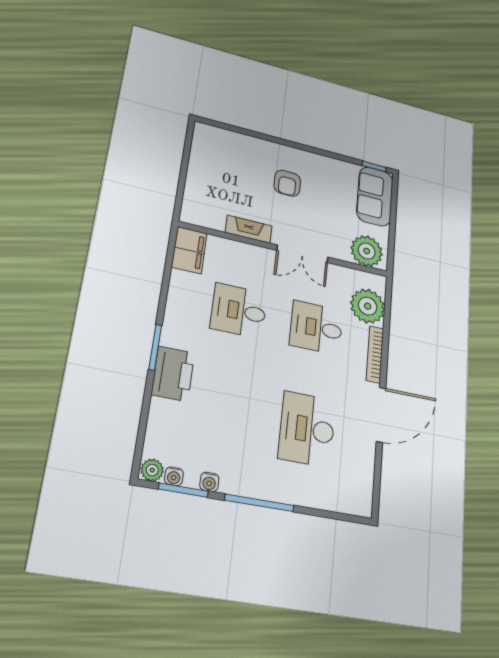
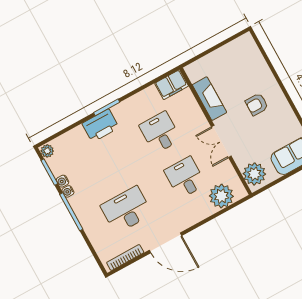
fireplace: (249, 229) -> (209, 99), width x1.37, depth x1.32
bookcase: (375, 354) -> (125, 258), moved
water cooler: (174, 476) -> (68, 191), moved

